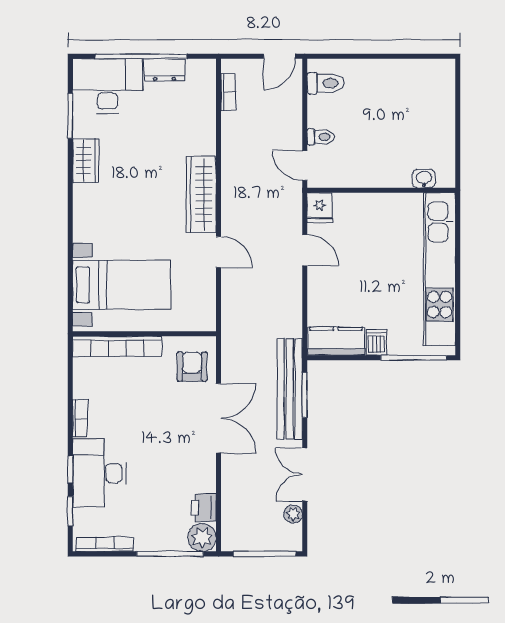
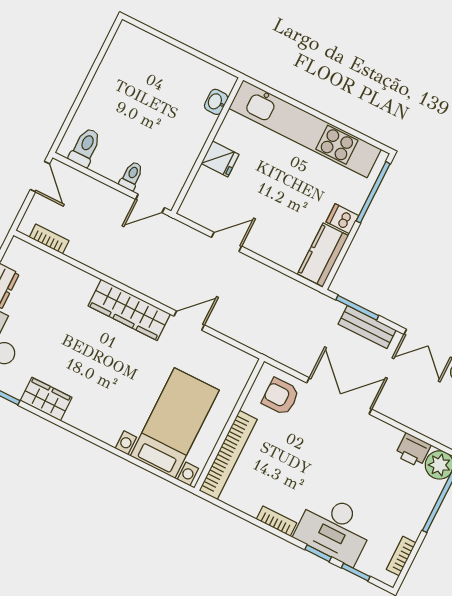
fridge: (320, 208) -> (220, 159), moved
bench: (290, 389) -> (367, 327), width x0.54, depth x0.82
bookcase: (105, 544) -> (401, 556), width x0.64

